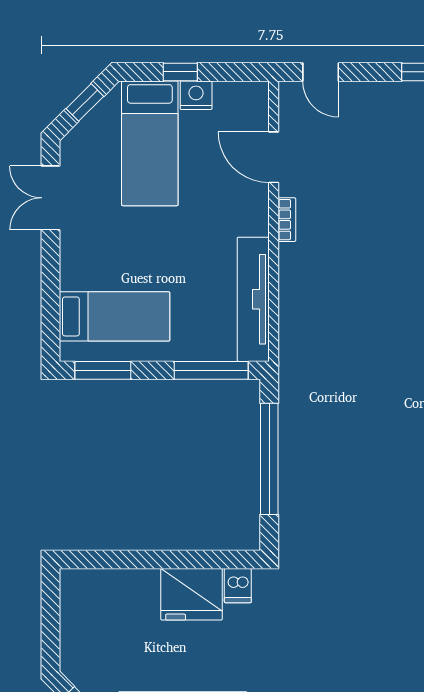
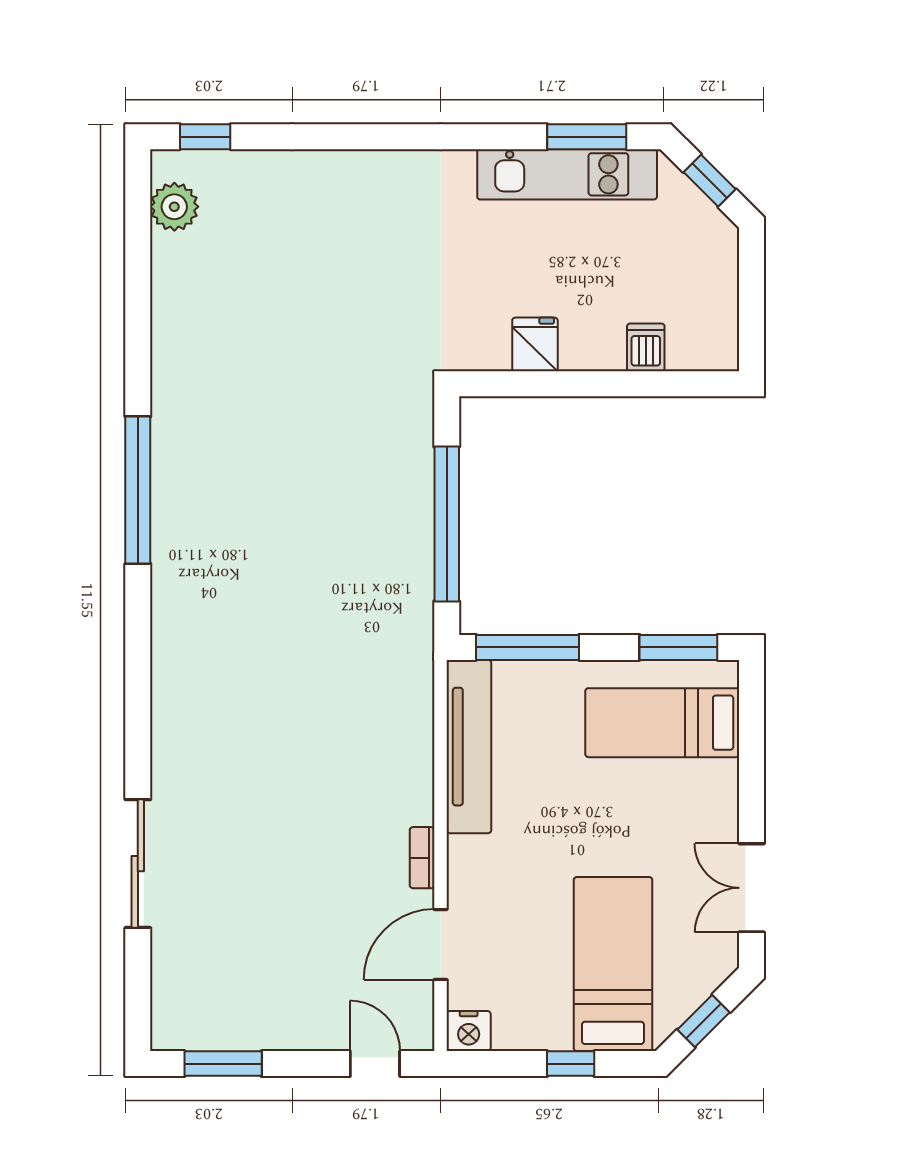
nightstand: (196, 95) -> (469, 1031), moved
door: (274, 157) -> (441, 944), swing flipped
double door: (50, 198) -> (752, 888), swing flipped
dishwasher: (238, 586) -> (646, 347), moved
fridge: (191, 594) -> (535, 344), width x0.53, depth x0.75

